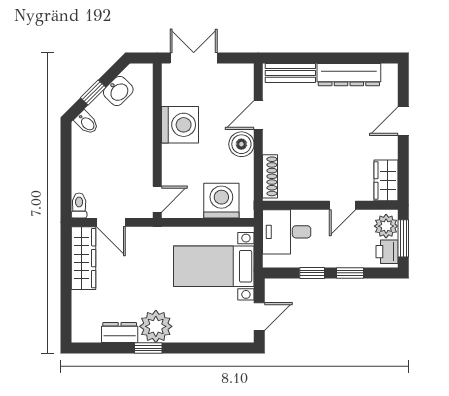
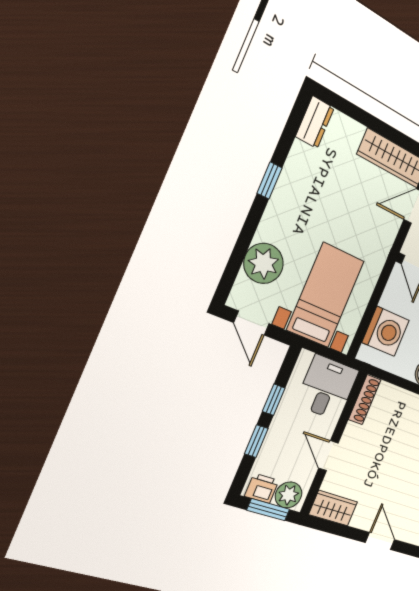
shoe rack: (270, 176) -> (365, 400), moved, turned -90
plant: (156, 326) -> (264, 263), moved
dresser: (120, 333) -> (315, 122), moved

